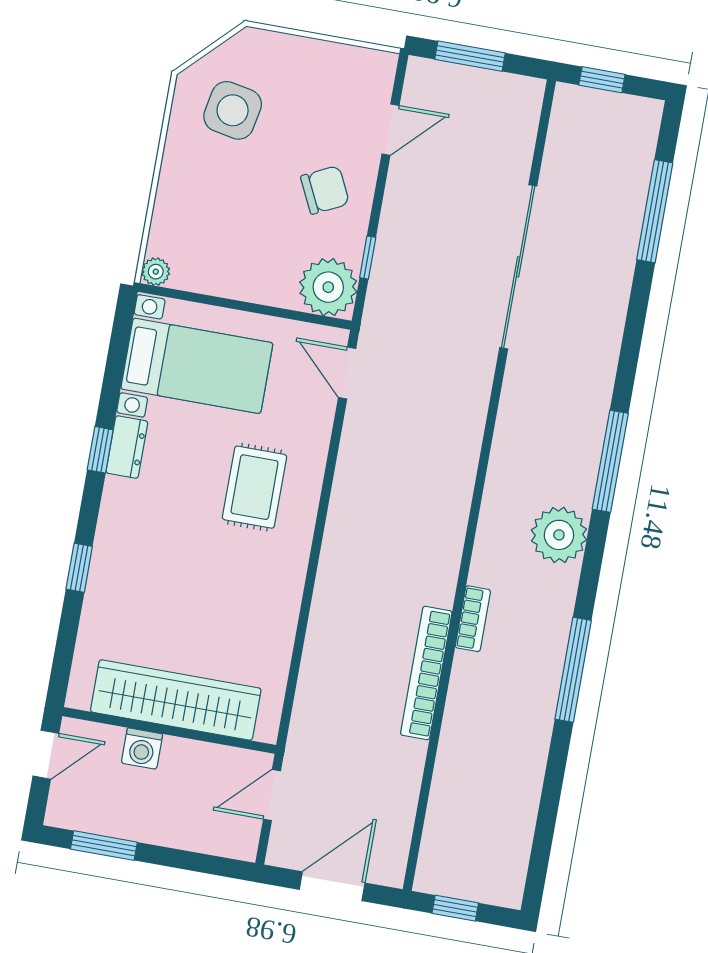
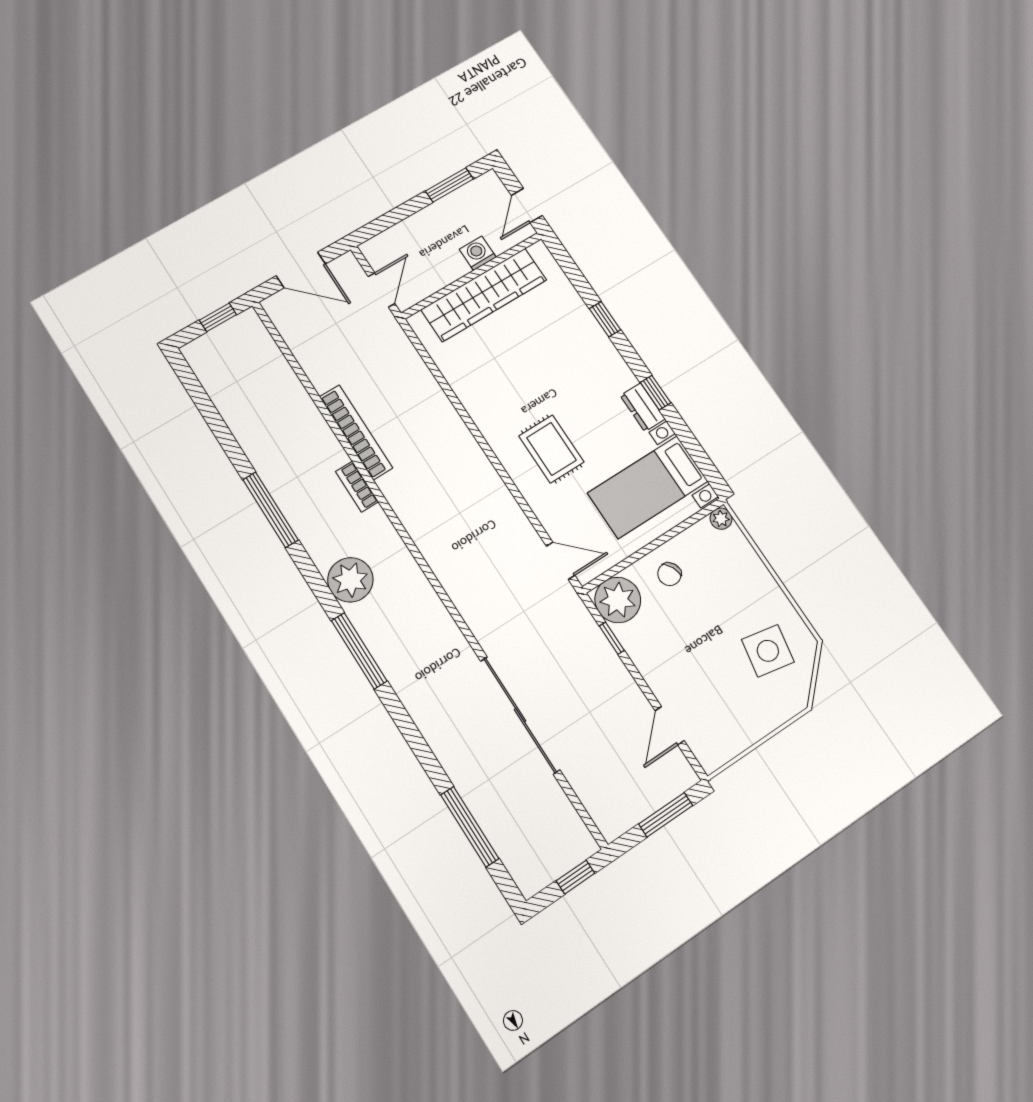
chair: (325, 190) -> (669, 574), moved, width x0.73, depth x0.73
door: (332, 886) -> (301, 270), hinge flipped

